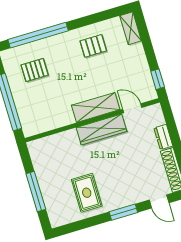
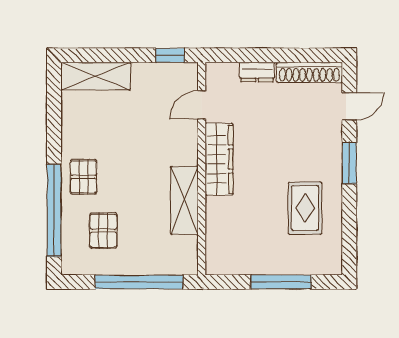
shelving: (131, 28) -> (96, 76), width x1.50, depth x1.33
pallet: (93, 46) -> (83, 177), moved
shelving: (96, 107) -> (184, 200), moved
rug: (87, 193) -> (305, 208), turned 90

